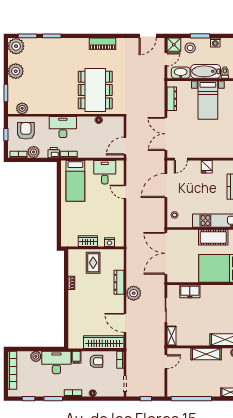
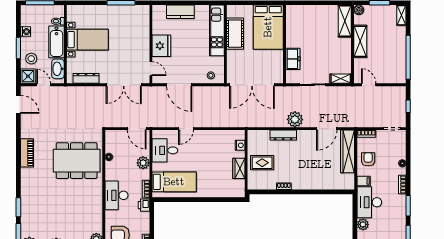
plant: (34, 152) -> (143, 163), moved
fridge: (207, 167) -> (161, 46), width x1.88, depth x1.34

